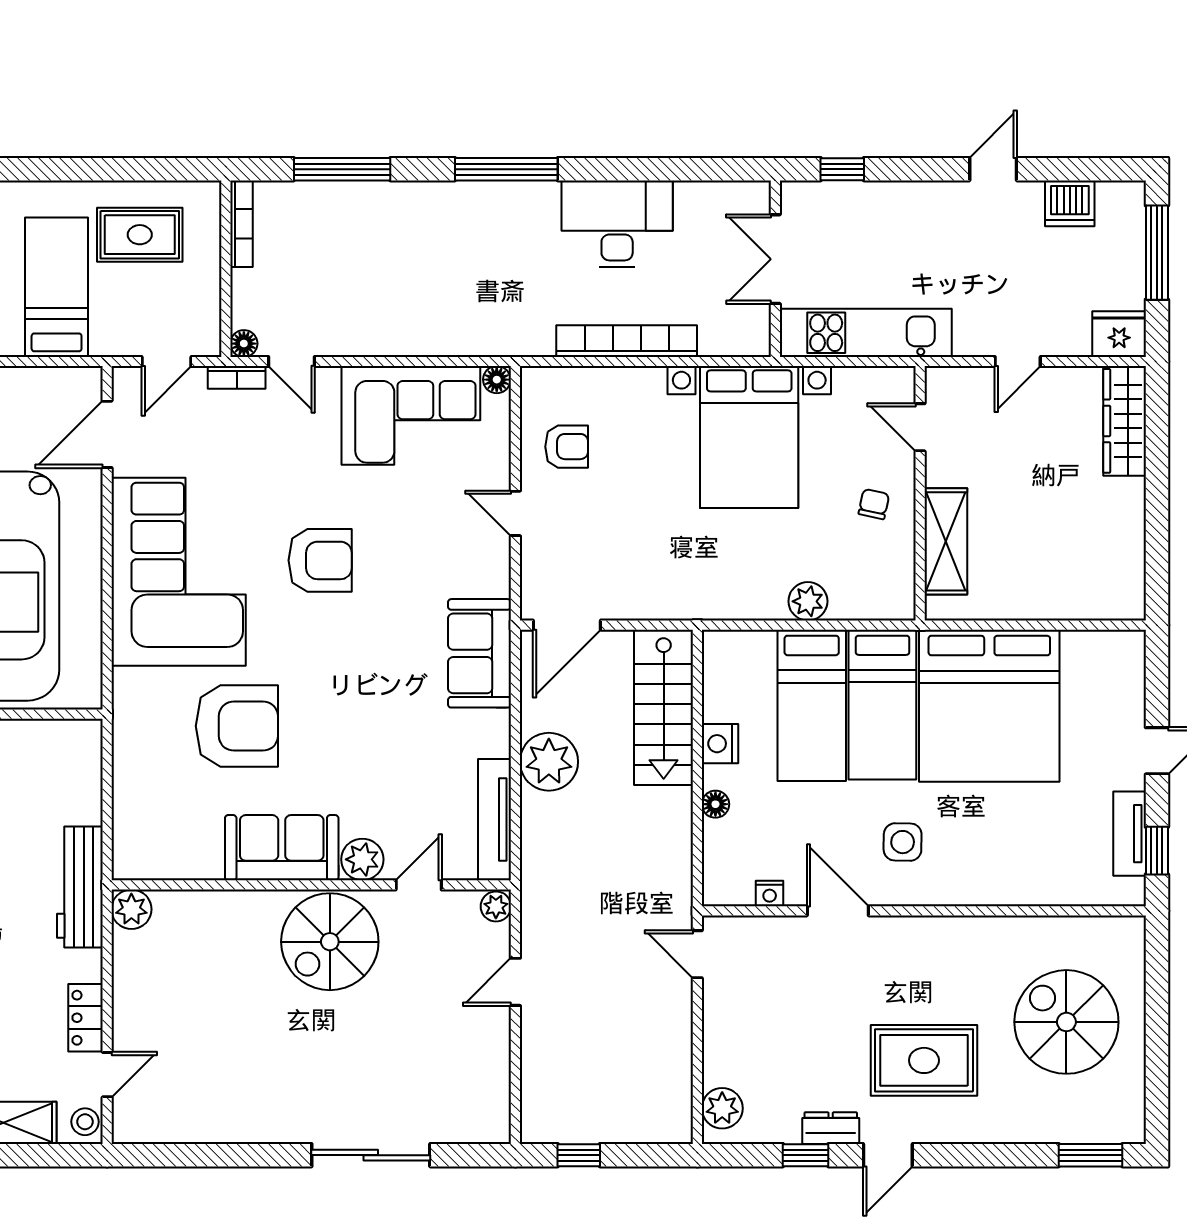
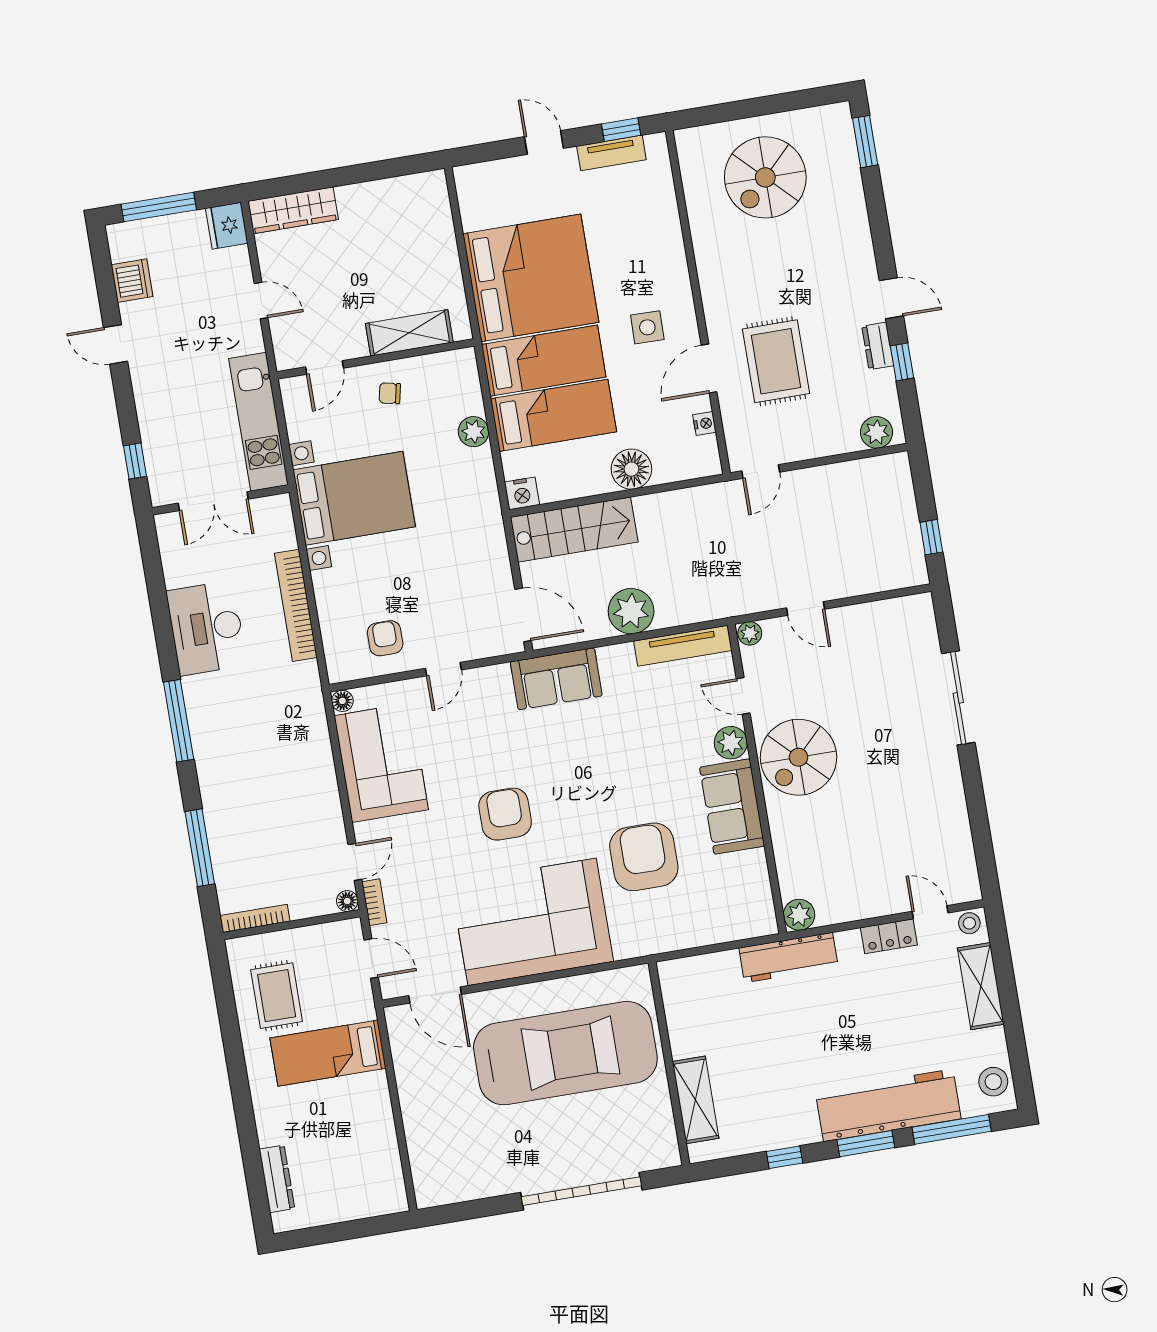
nightstand: (720, 744) -> (522, 493), moved
floor lamp: (715, 804) -> (631, 469), width x1.89, depth x1.89
spiral stairs: (330, 942) -> (798, 757), turned 90
rug: (924, 1060) -> (776, 361), moved

